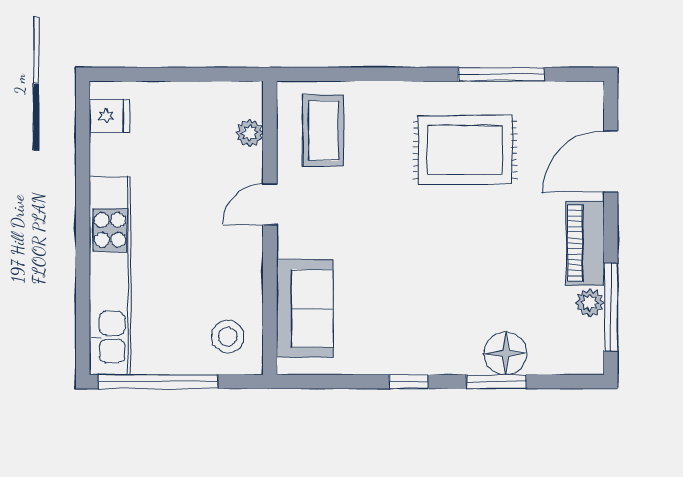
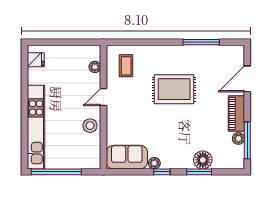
coffee table: (323, 130) -> (126, 66), width x0.73, depth x0.77
rug: (465, 150) -> (174, 89), moved
sofa: (305, 308) -> (127, 157), moved, turned -90
stool: (228, 337) -> (90, 126), moved
plant: (391, 361) -> (154, 163), added

